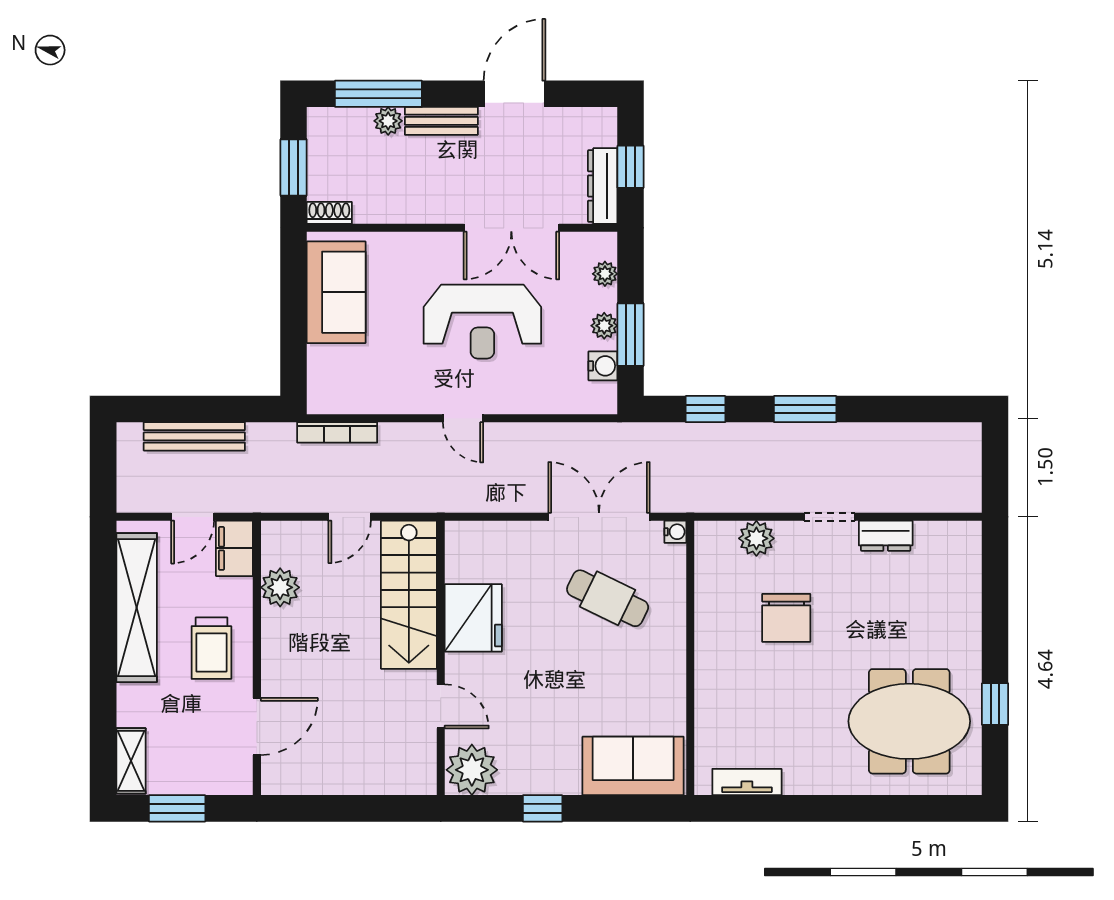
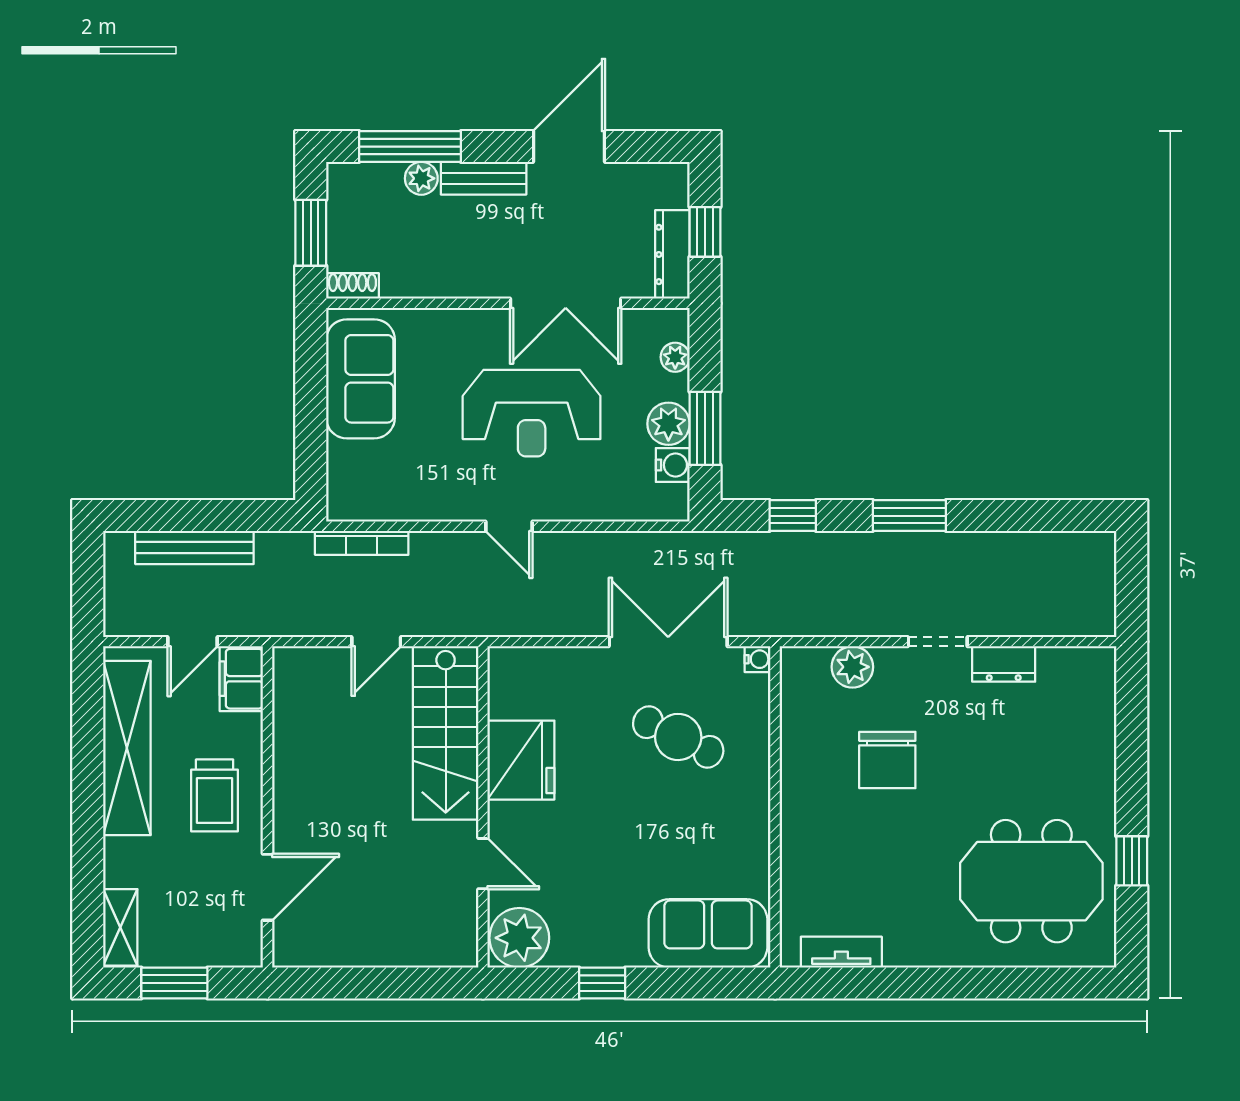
plant: (604, 326) -> (668, 424), width x1.38, depth x1.38
plant: (280, 587) -> (295, 724), removed

